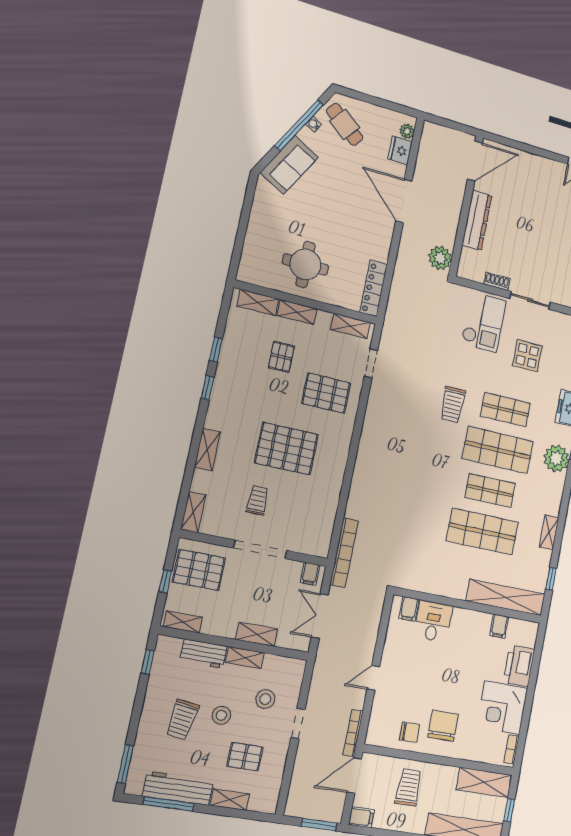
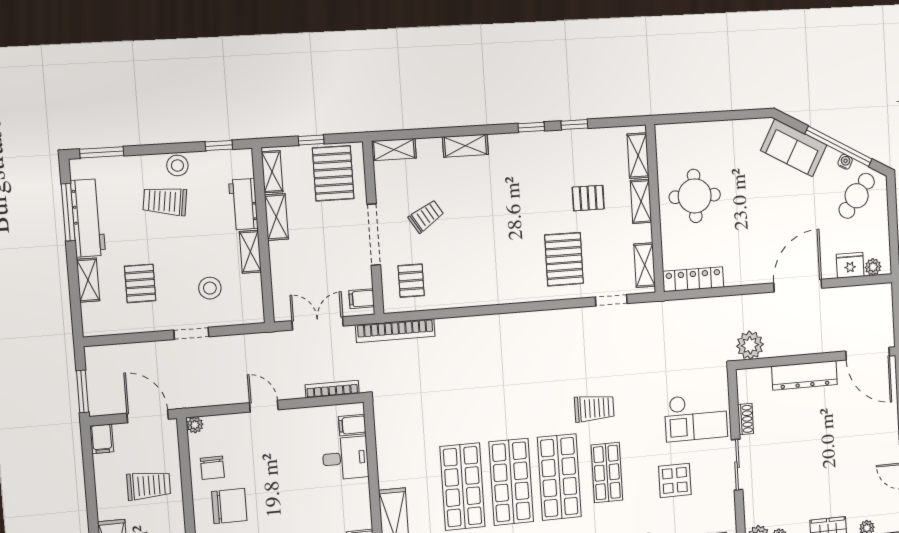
trolley: (453, 405) -> (594, 408), turned 180
pallet: (286, 449) -> (411, 281), moved, width x0.49, depth x0.50
shop shelf: (490, 491) -> (511, 482), width x1.43, depth x1.36
trolley: (257, 500) -> (426, 216), turned -32
shelving: (257, 634) -> (276, 217), moved
stool: (221, 715) -> (177, 165), moved
bookcase: (353, 733) -> (332, 389), moved
plant: (372, 738) -> (195, 425), added

